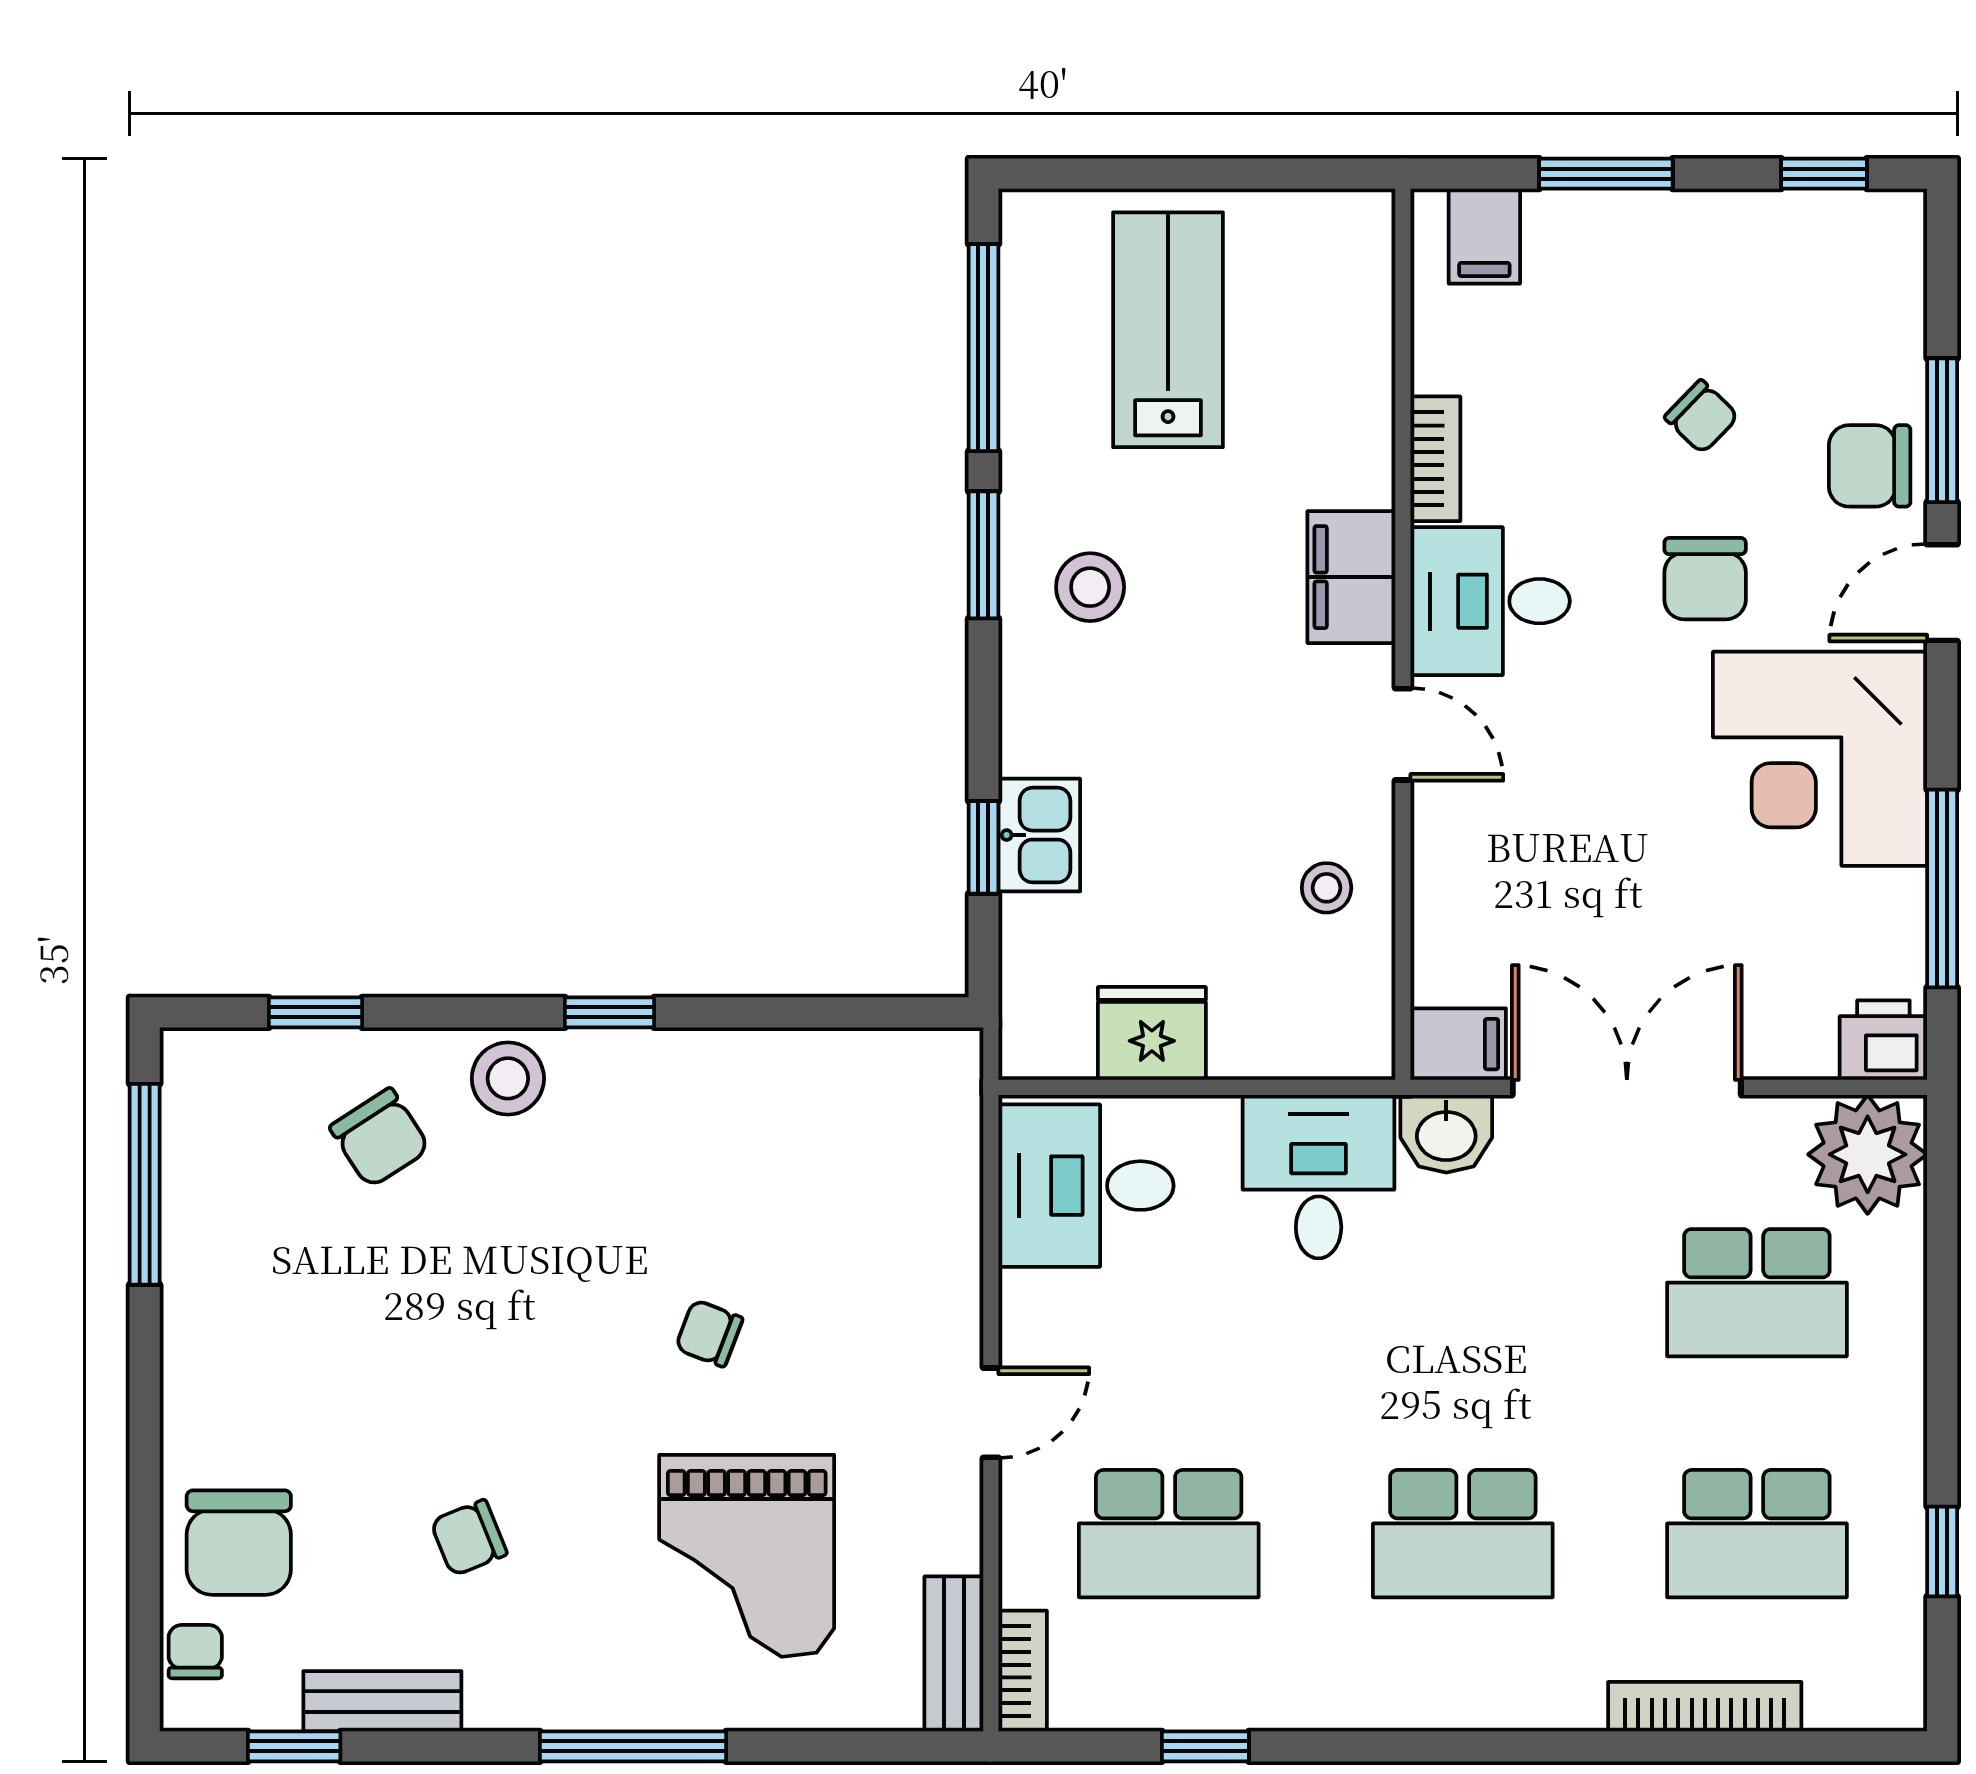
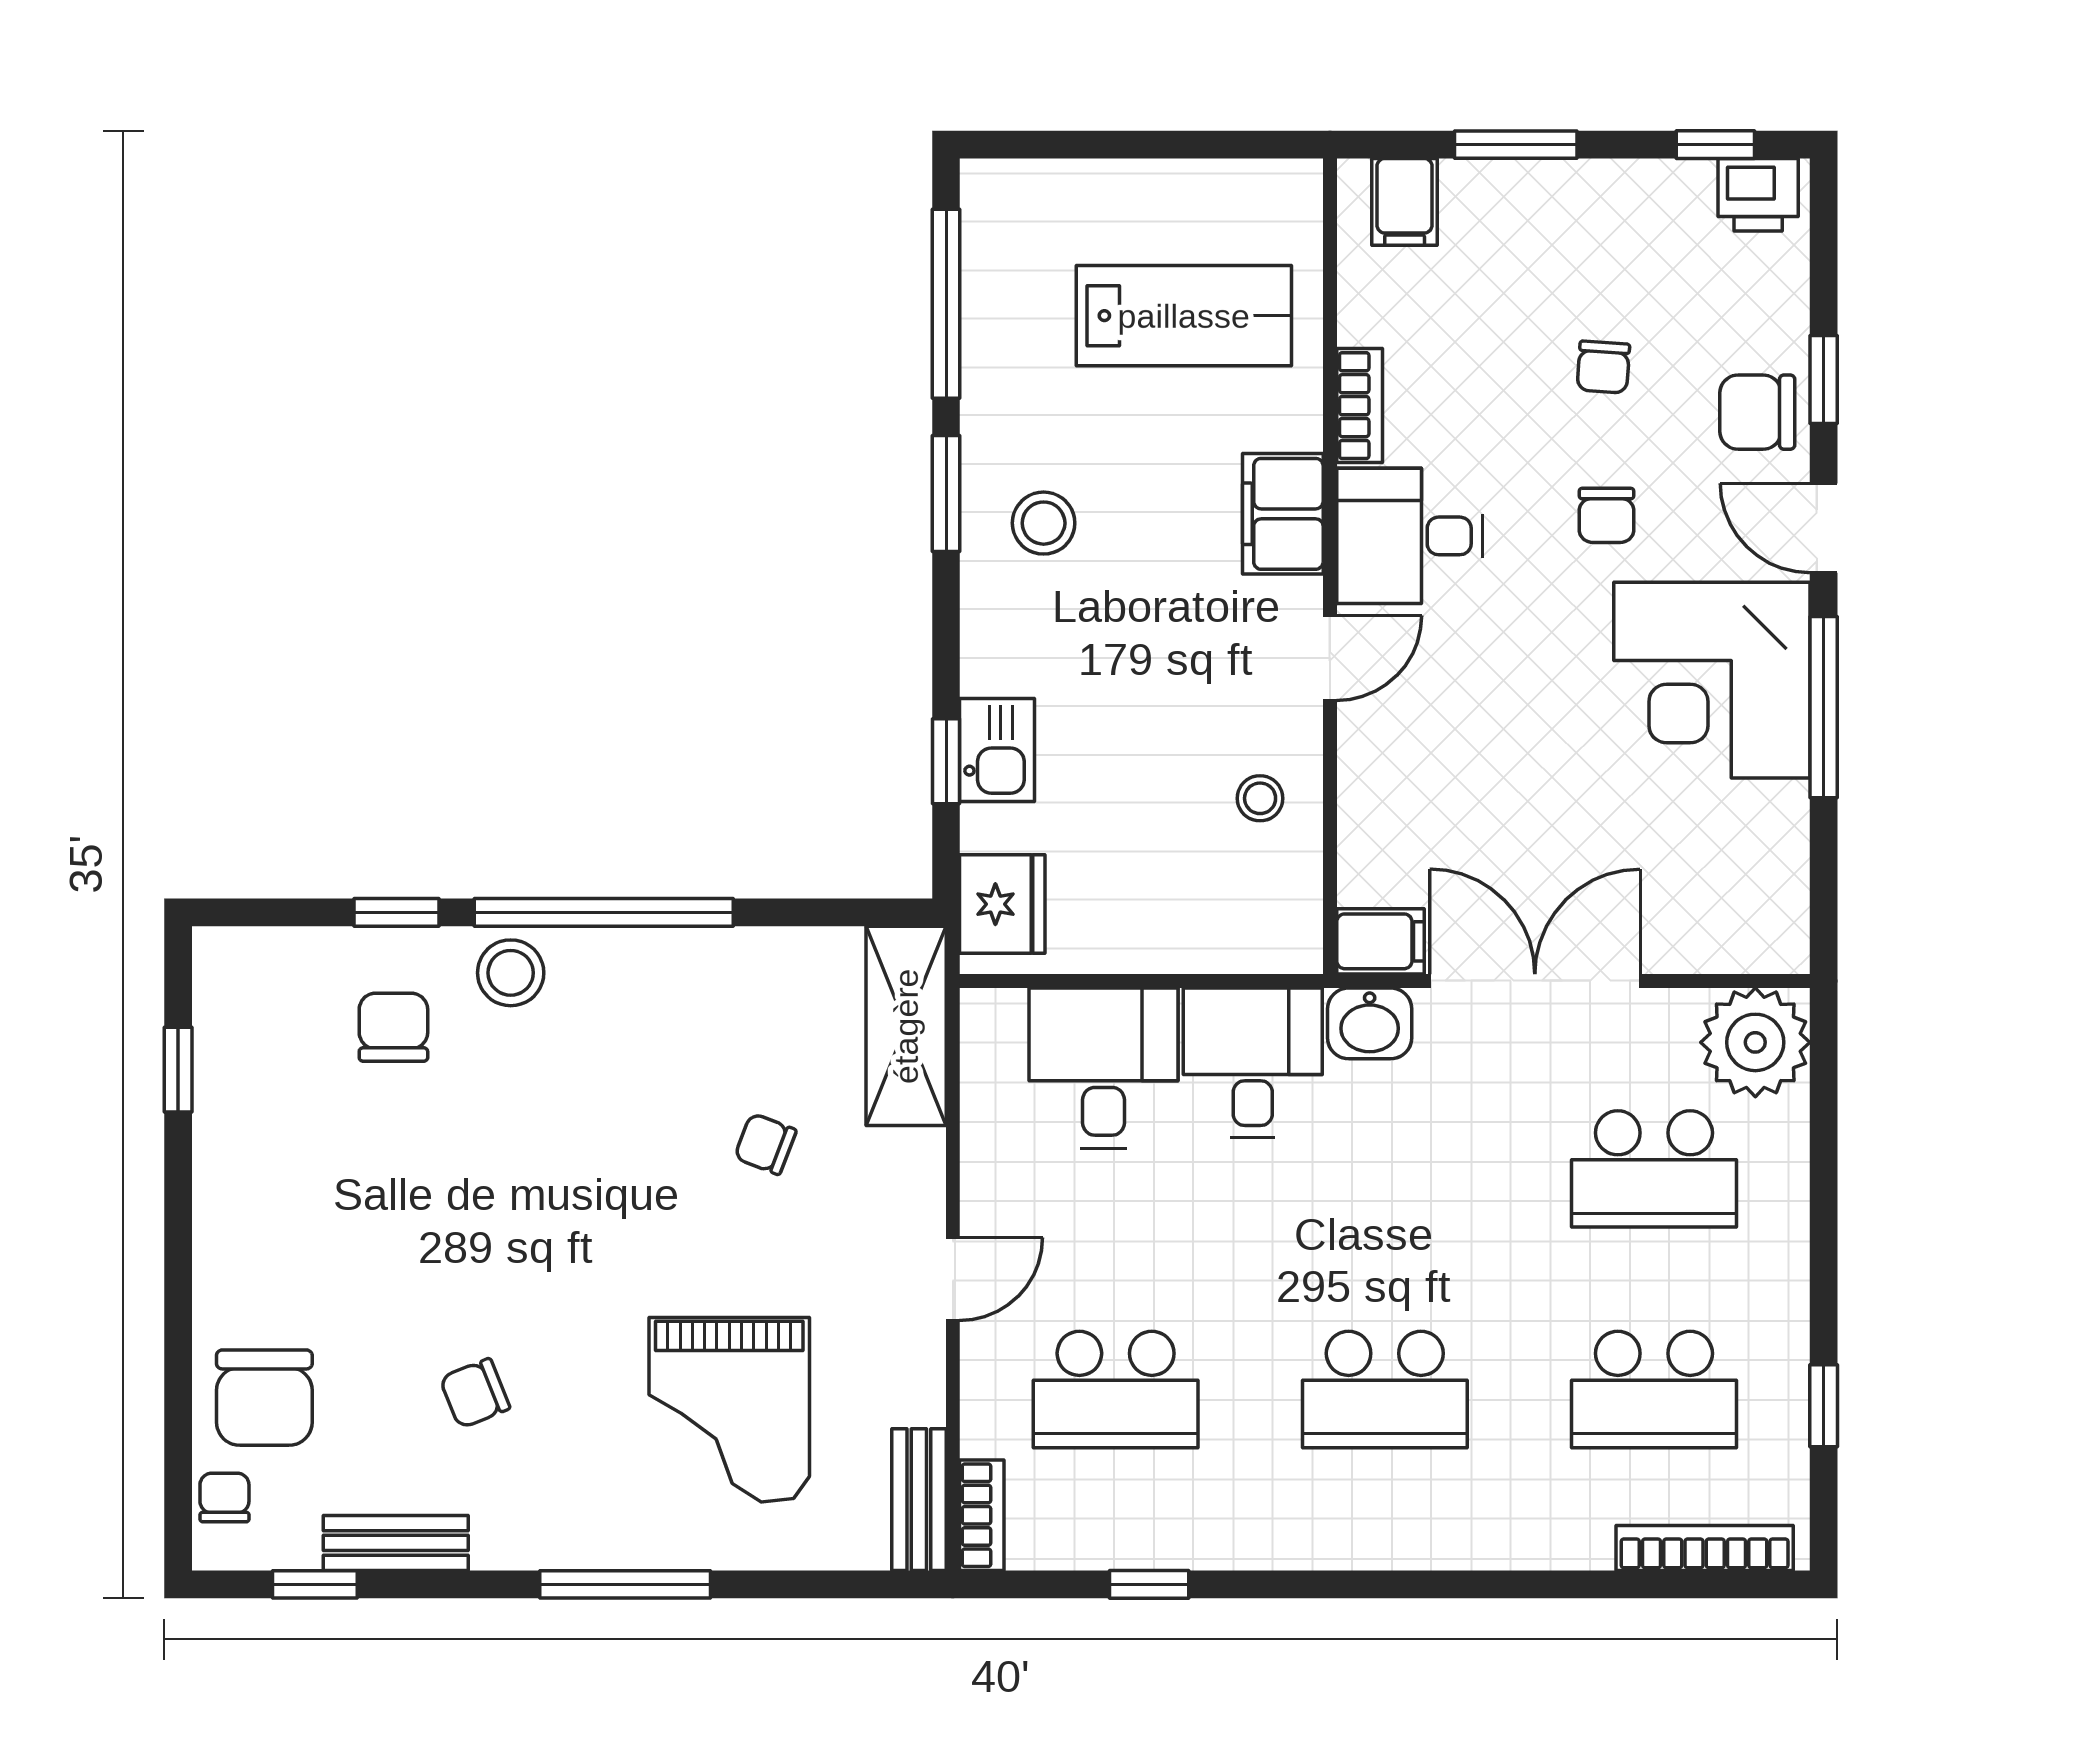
lab bench: (1168, 330) -> (1184, 316), moved, turned 90
chair: (1702, 417) -> (1603, 367), turned 50
window: (1942, 430) -> (1824, 379), width x0.67
chair: (1705, 579) -> (1606, 515), width x0.73, depth x0.73
door: (1942, 593) -> (1824, 528), hinge flipped
door: (1403, 734) -> (1330, 658), hinge flipped
window: (1942, 889) -> (1824, 707), moved
window: (315, 1012) -> (397, 912), moved
window: (610, 1012) -> (604, 912), width x3.17
fridge: (1152, 1033) -> (1002, 904), moved, turned 90
printer: (1883, 1040) -> (1758, 195), moved, turned 180
shelving: (940, 1136) -> (906, 1026), added
chair: (380, 1138) -> (393, 1027), turned -147
window: (145, 1184) -> (178, 1070), width x0.46
desk: (1086, 1186) -> (1103, 1068), moved, turned 90
chair: (709, 1333) -> (765, 1144), moved
bookcase: (1705, 1707) -> (1705, 1548), moved

